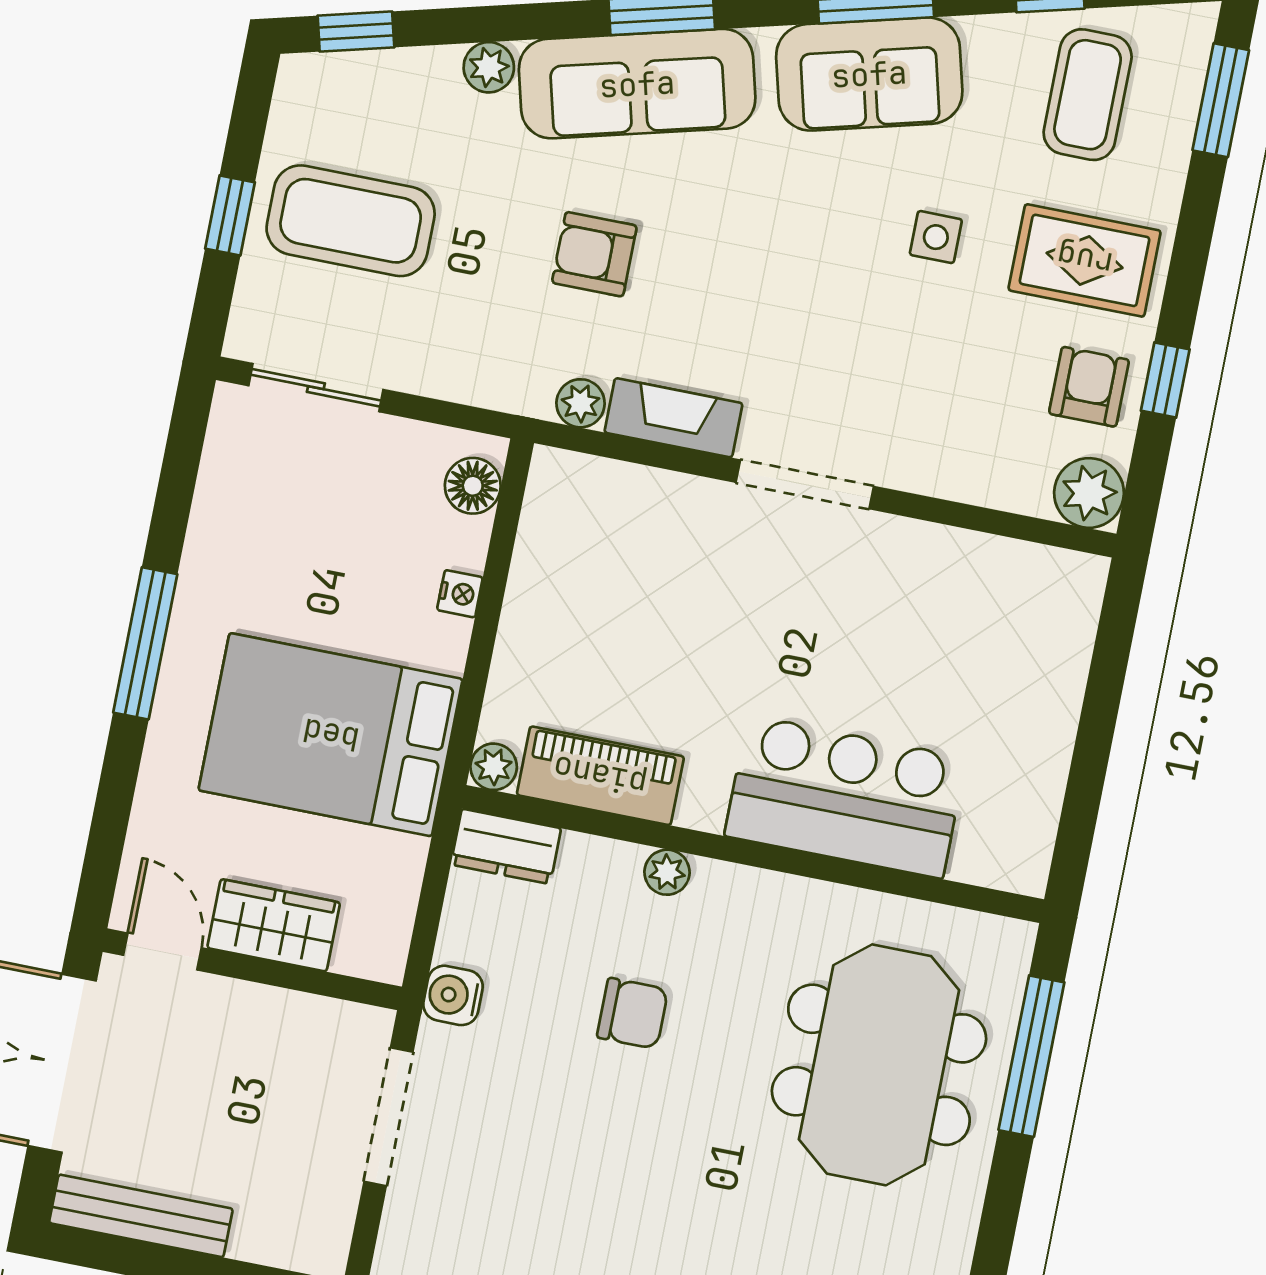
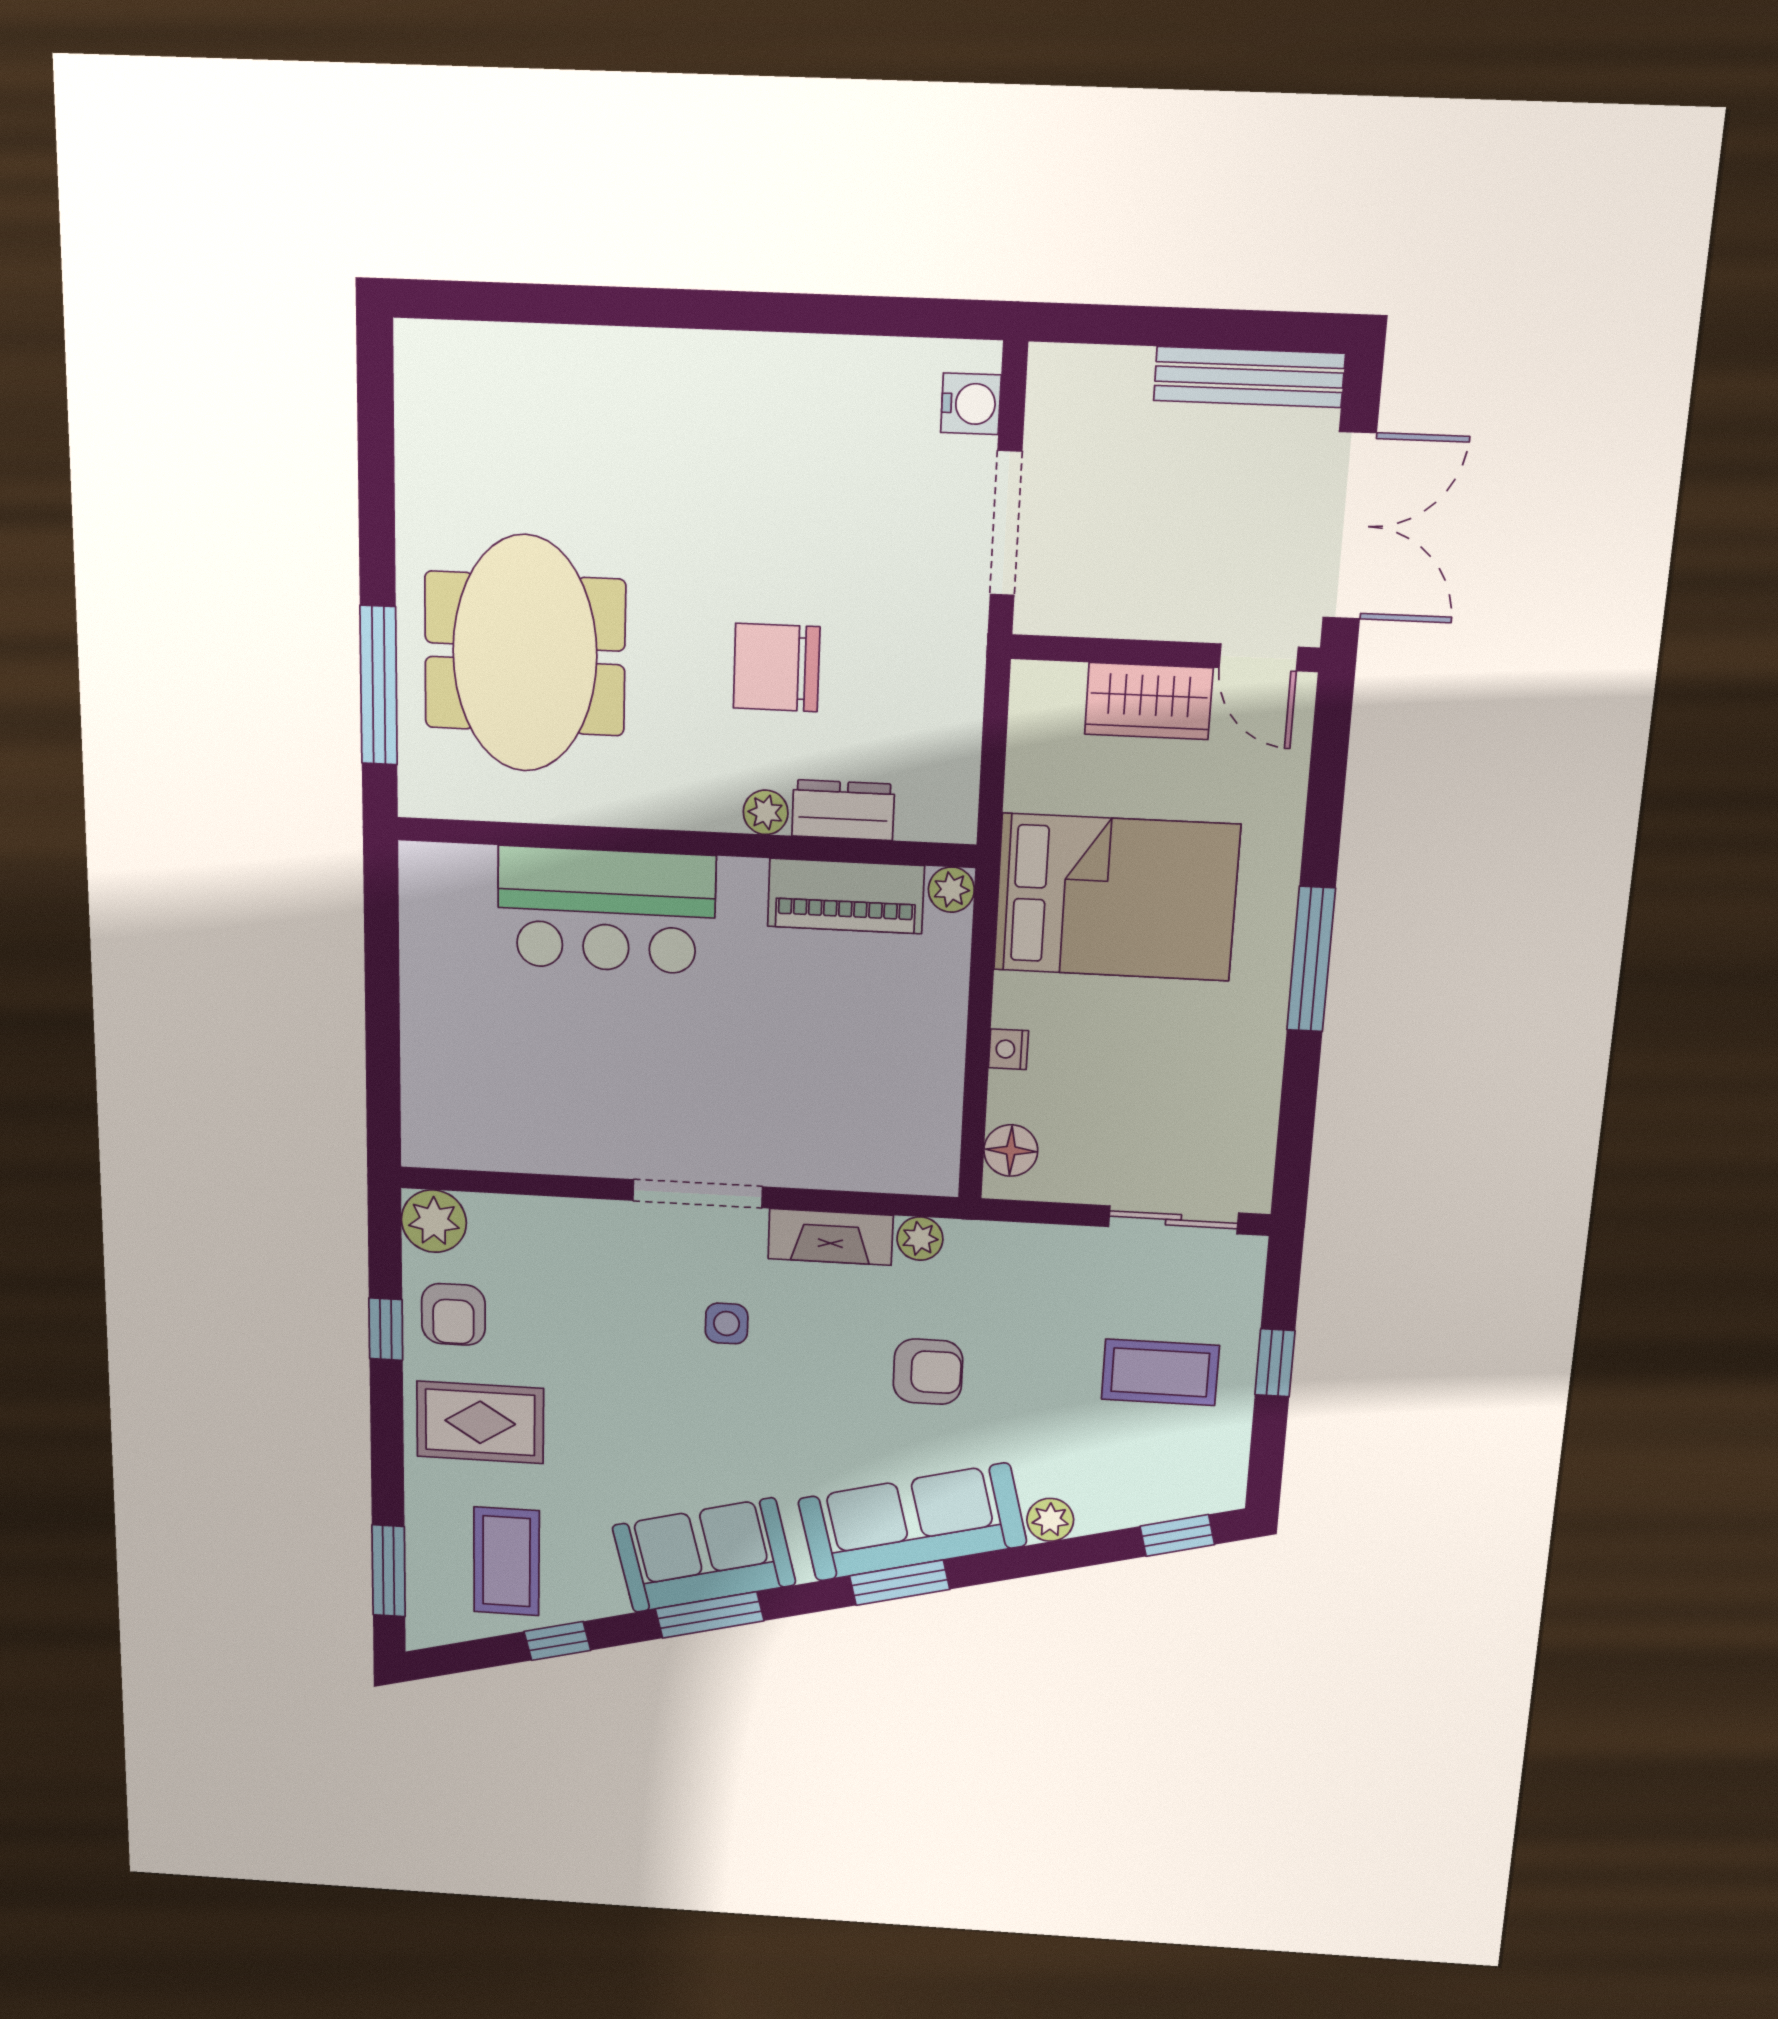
coffee table: (351, 221) -> (1160, 1372), width x0.73, depth x0.76
side table: (936, 237) -> (727, 1323), moved
dresser: (506, 846) -> (843, 810), moved
water cooler: (453, 995) -> (971, 404), moved
chair: (632, 1013) -> (776, 668), width x1.37, depth x1.37

